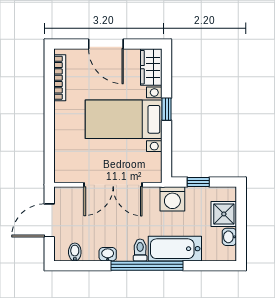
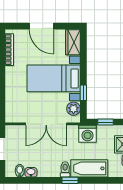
window: (167, 109) -> (83, 93), moved
plant: (152, 163) -> (73, 109), added
washbasin: (108, 254) -> (31, 172), moved
window: (147, 266) -> (70, 180), width x0.32

